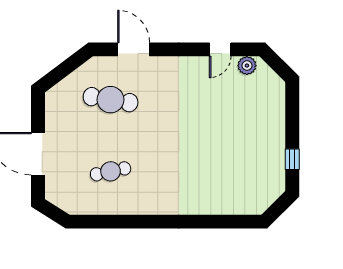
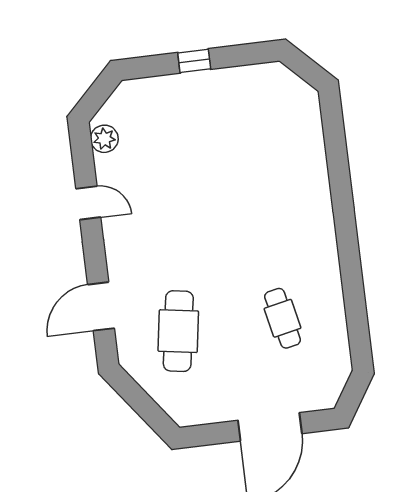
door: (220, 49) -> (88, 203), moved
window: (292, 159) -> (194, 61), moved

